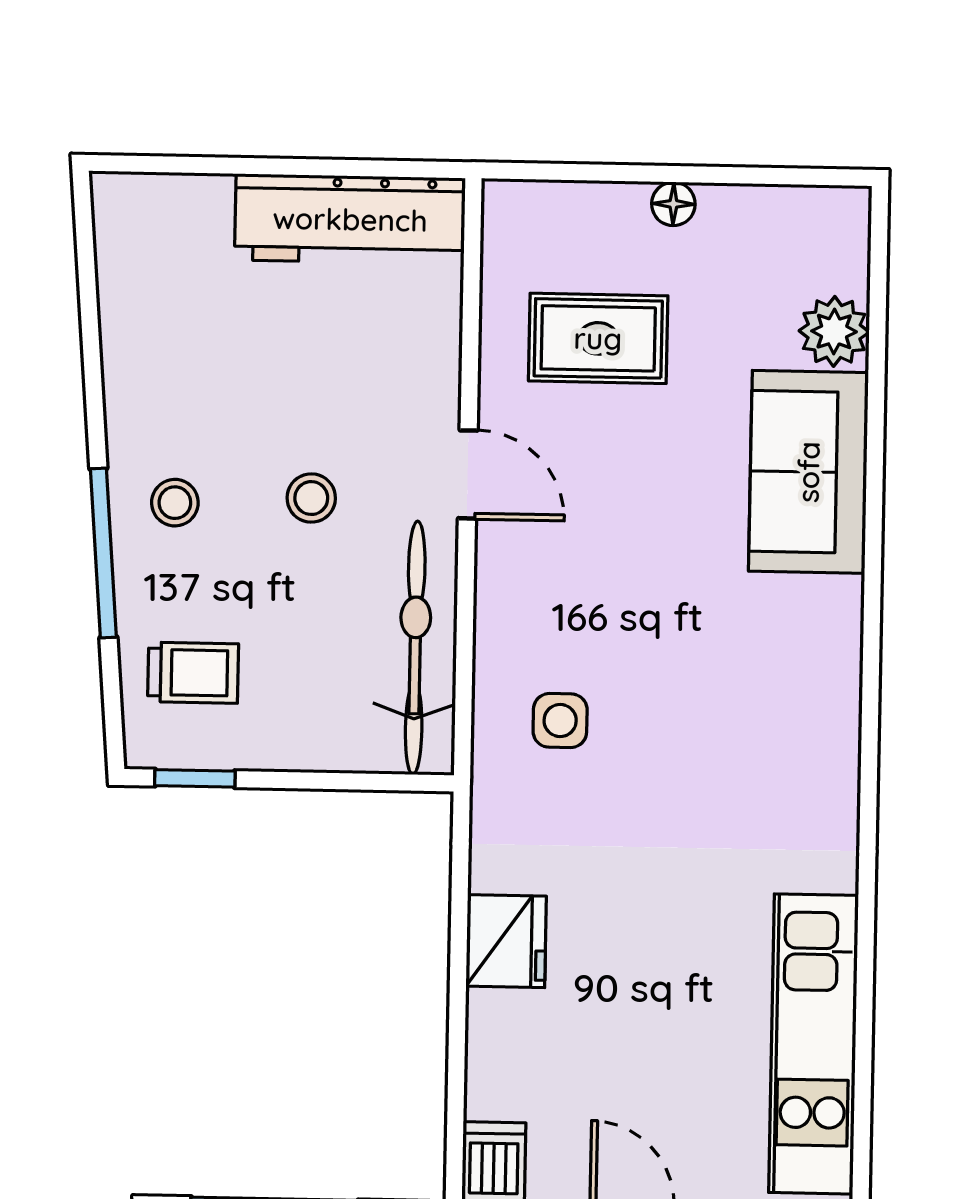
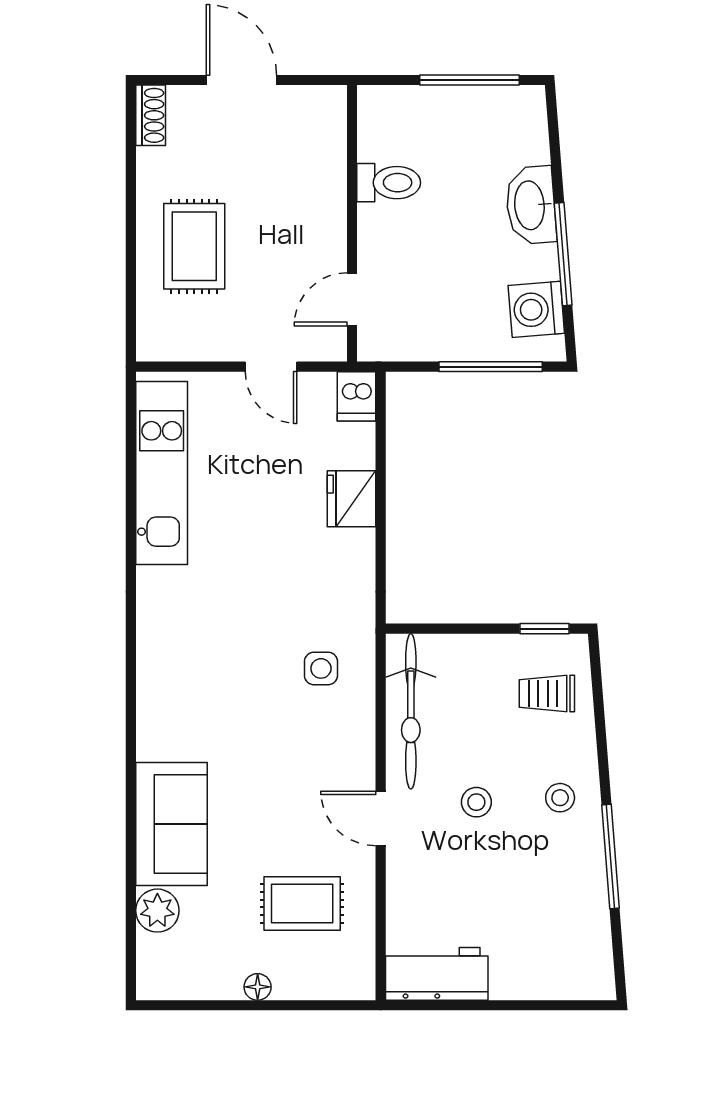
workbench: (350, 219) -> (437, 974), width x0.73
window: (103, 553) -> (610, 857), moved
fridge: (506, 941) -> (352, 499), moved

